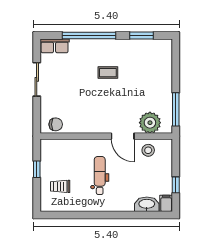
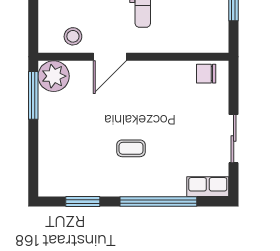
plant: (150, 123) -> (54, 76), moved
door: (123, 136) -> (110, 57), swing flipped

